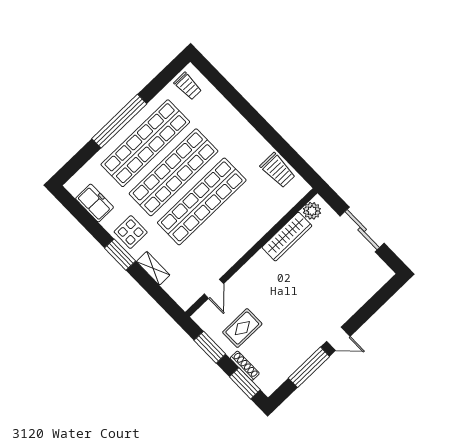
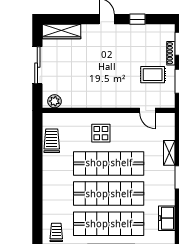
display table: (131, 232) -> (101, 133), moved
wardrobe: (287, 237) -> (61, 31), moved, turned 180
door: (214, 289) -> (147, 110), swing flipped
window: (309, 367) -> (137, 19), width x0.46

